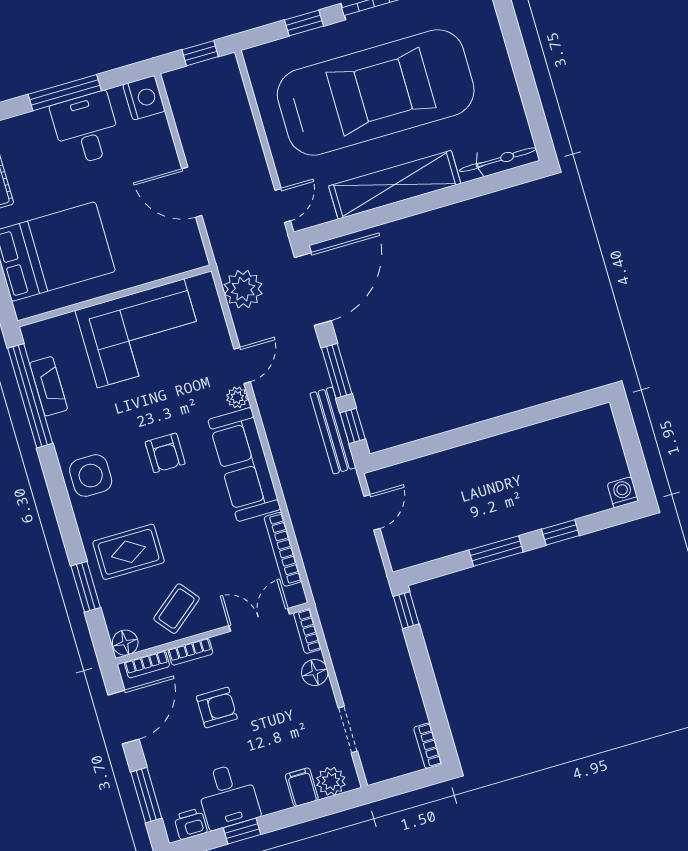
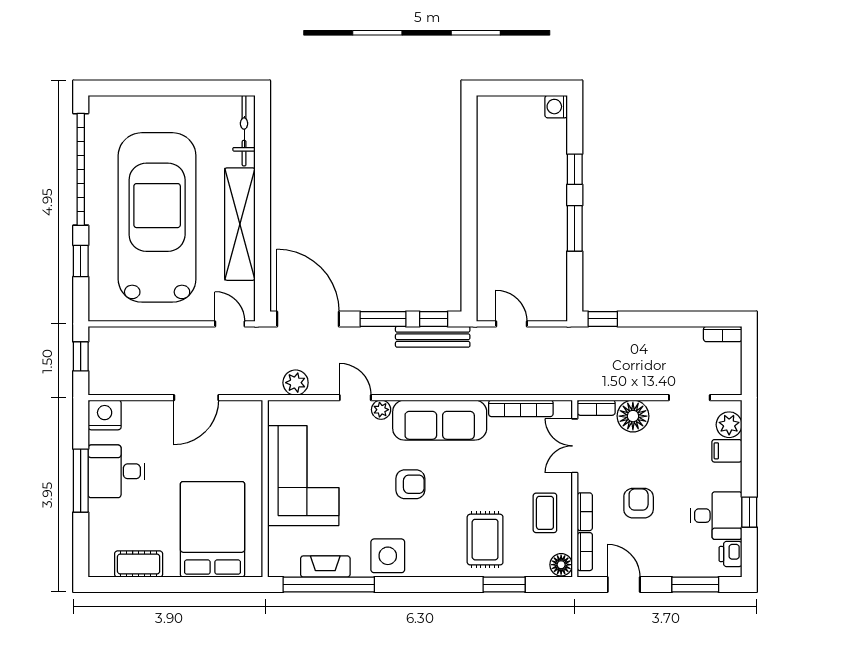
plant: (243, 289) -> (296, 383), width x0.73, depth x0.73
side table: (91, 476) -> (388, 556), moved
coffee table: (177, 609) -> (545, 513), turned 39
floor lamp: (315, 673) -> (633, 416), width x1.38, depth x1.38
door: (124, 717) -> (624, 584), width x0.73

